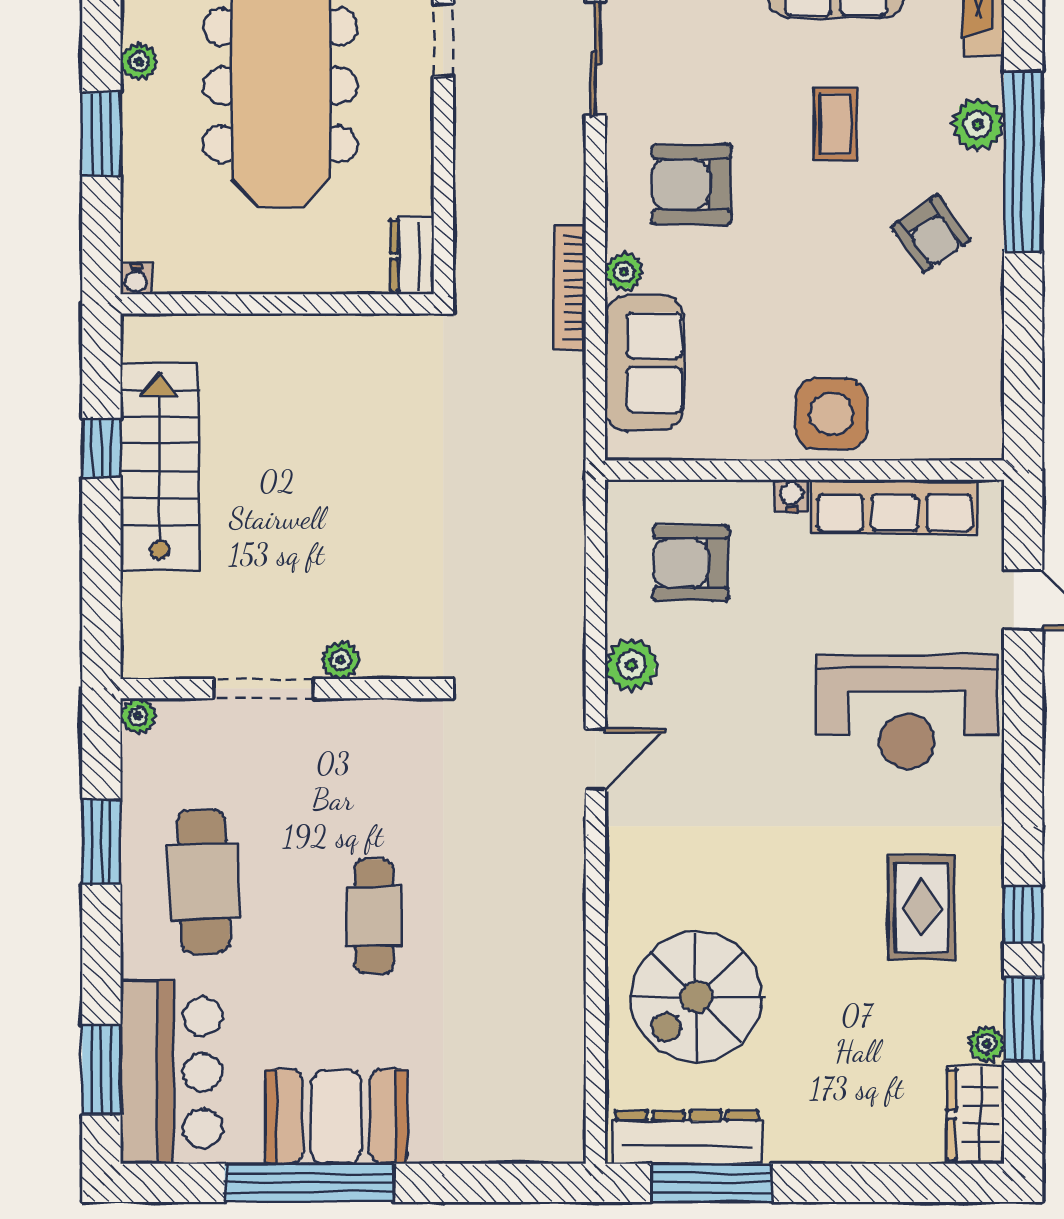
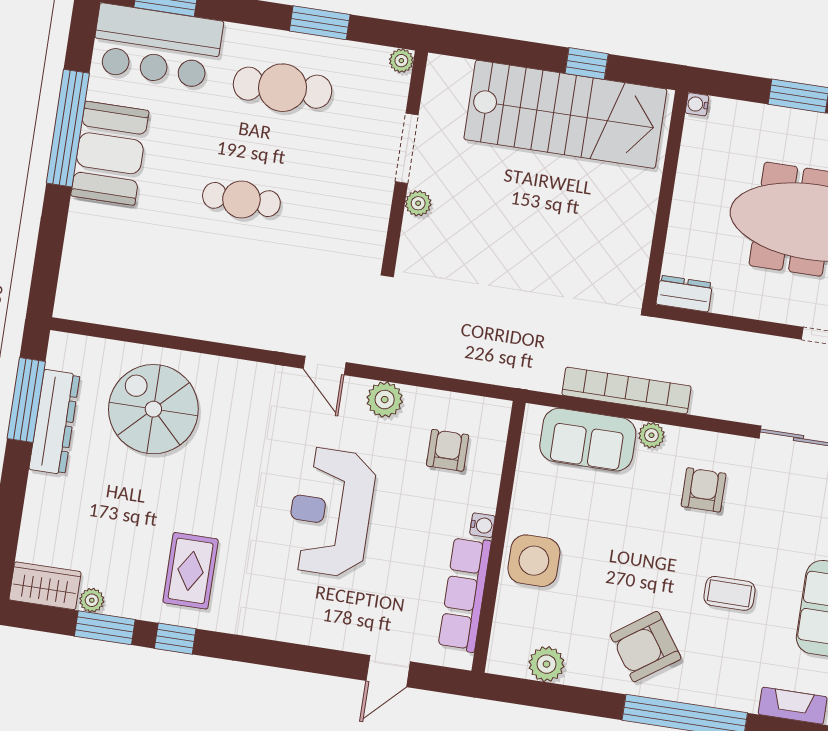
plant: (978, 124) -> (547, 664), moved
armchair: (692, 184) -> (704, 490), width x0.72, depth x0.72
armchair: (931, 233) -> (646, 647), width x1.38, depth x1.38
bookcase: (570, 288) -> (627, 391), width x1.48, depth x1.31
stairs: (160, 467) -> (565, 114), width x1.36, depth x1.51
armchair: (691, 563) -> (448, 450), width x0.72, depth x0.72
reception desk: (907, 712) -> (331, 512), moved
rug: (922, 908) -> (191, 571), turned 90
dresser: (687, 1137) -> (54, 422), moved

